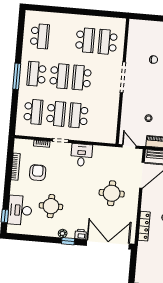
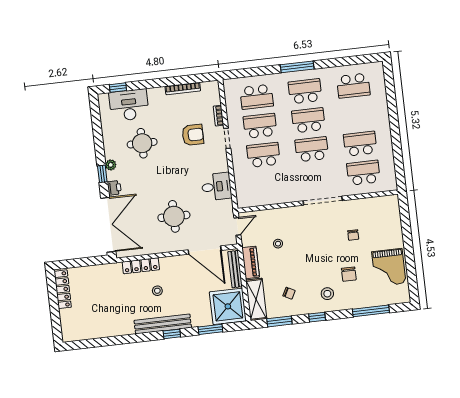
school desk: (85, 40) -> (360, 144), turned 180
school desk: (59, 76) -> (308, 120), turned 180
school desk: (56, 114) -> (260, 126), turned 180
desk: (81, 155) -> (216, 187), moved
armchair: (38, 173) -> (193, 135), moved

